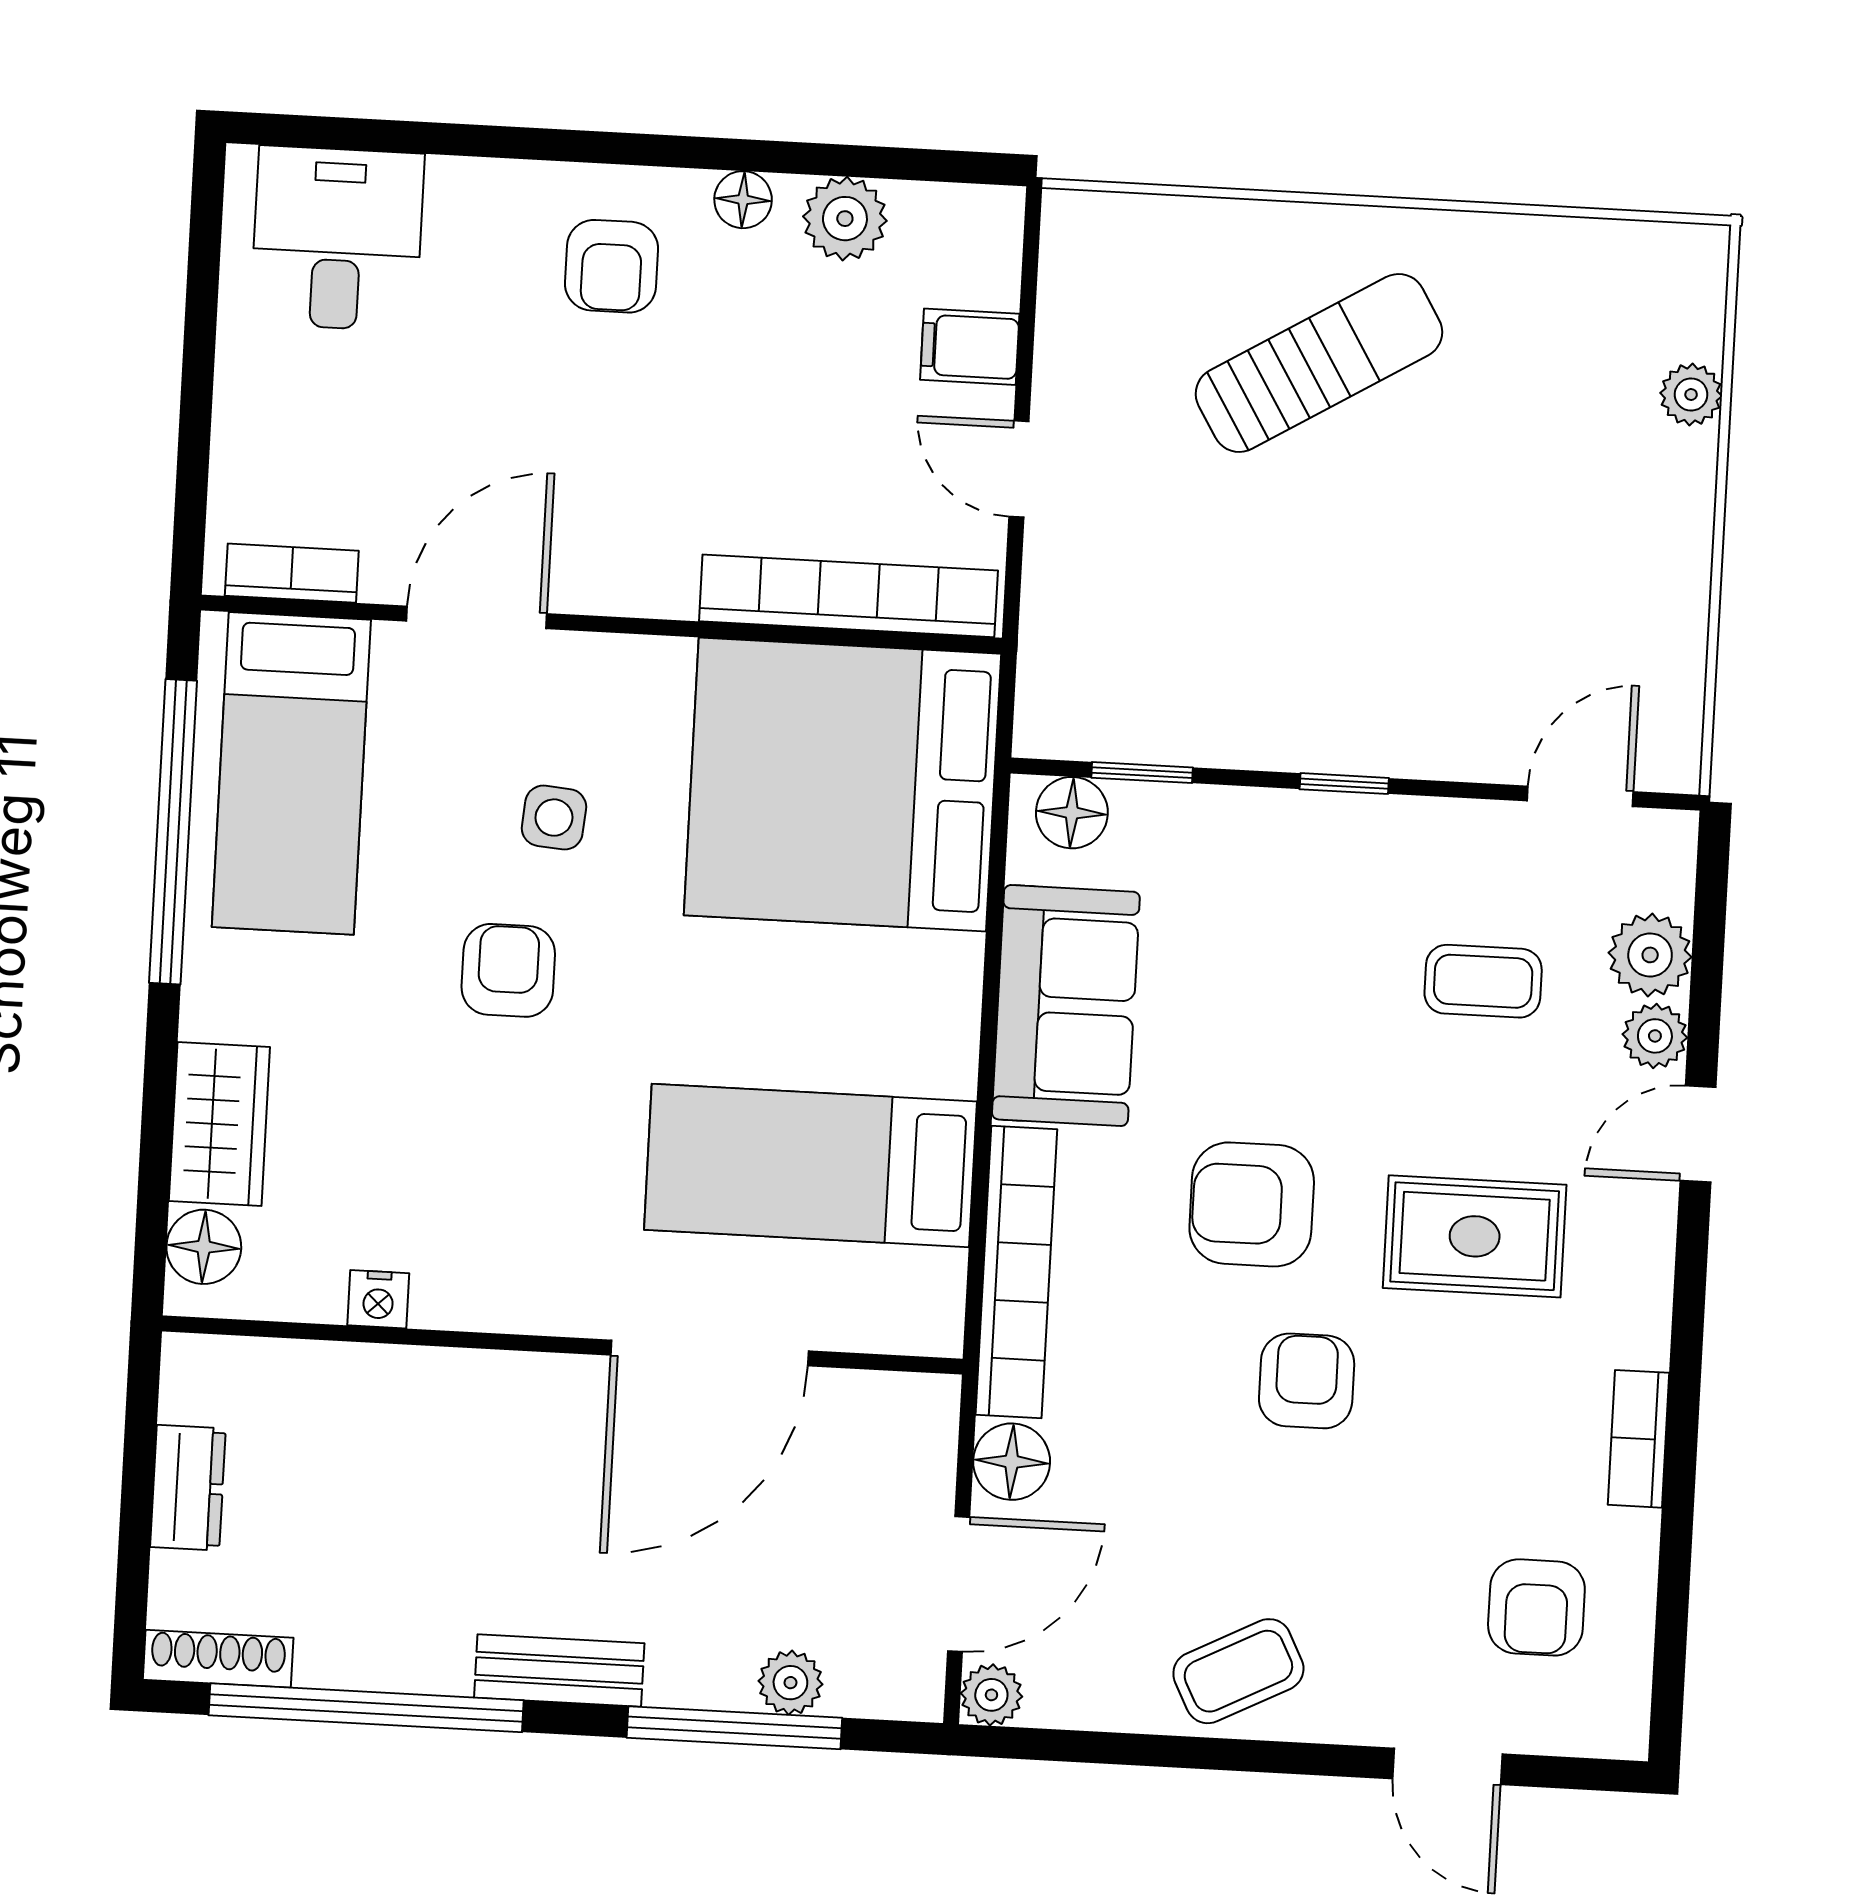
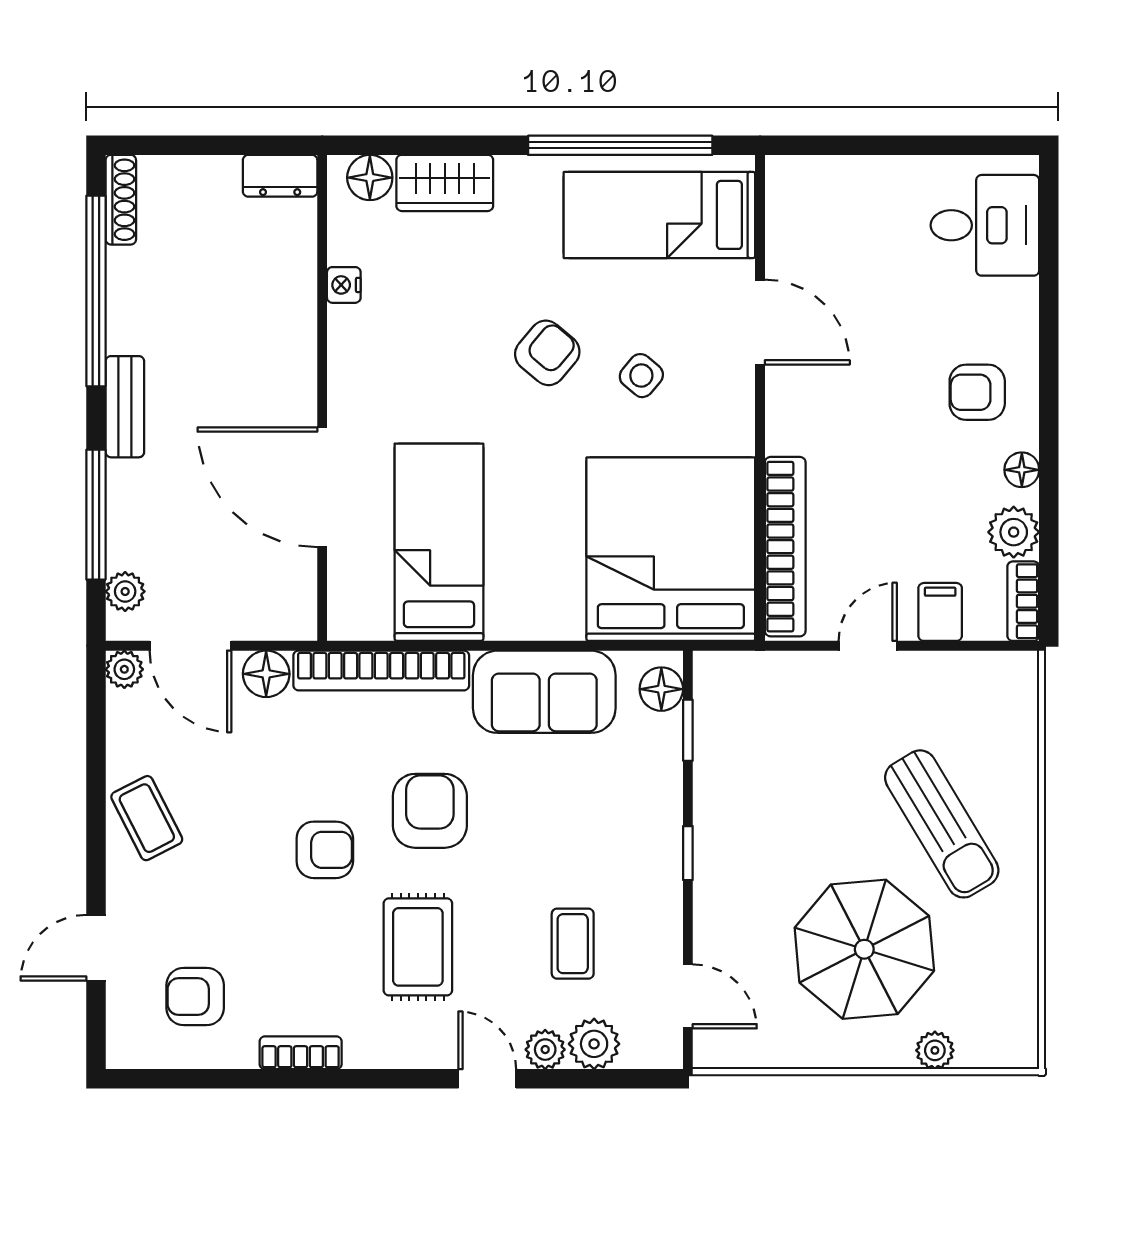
parasol: (1518, 502) -> (864, 949), added
bookcase: (292, 573) -> (1023, 601), moved, turned 180
side table: (554, 818) -> (641, 376), turned 35
armchair: (508, 970) -> (547, 353), turned -50
dresser: (188, 1488) -> (280, 176), moved
plant: (790, 1683) -> (125, 591), moved

